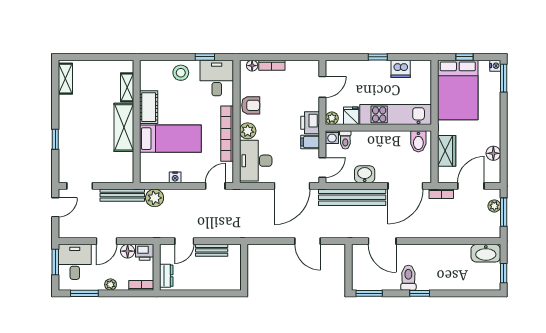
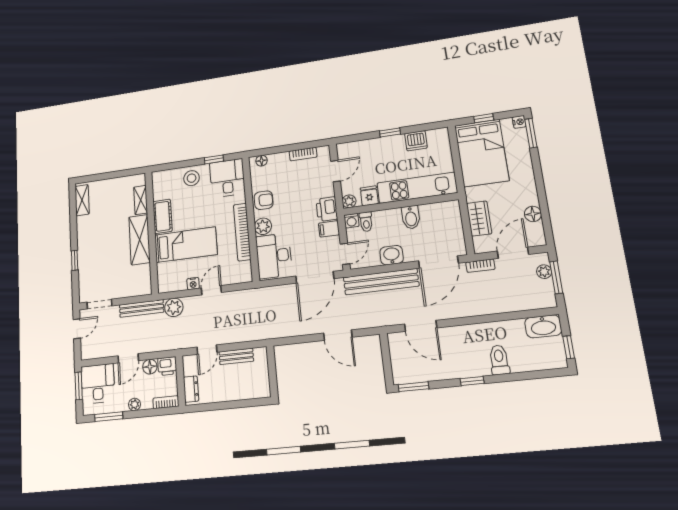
bookcase: (272, 65) -> (303, 154), moved
bidet: (418, 141) -> (411, 217), moved
door: (215, 186) -> (211, 290), moved
toilet: (408, 278) -> (499, 360), moved

